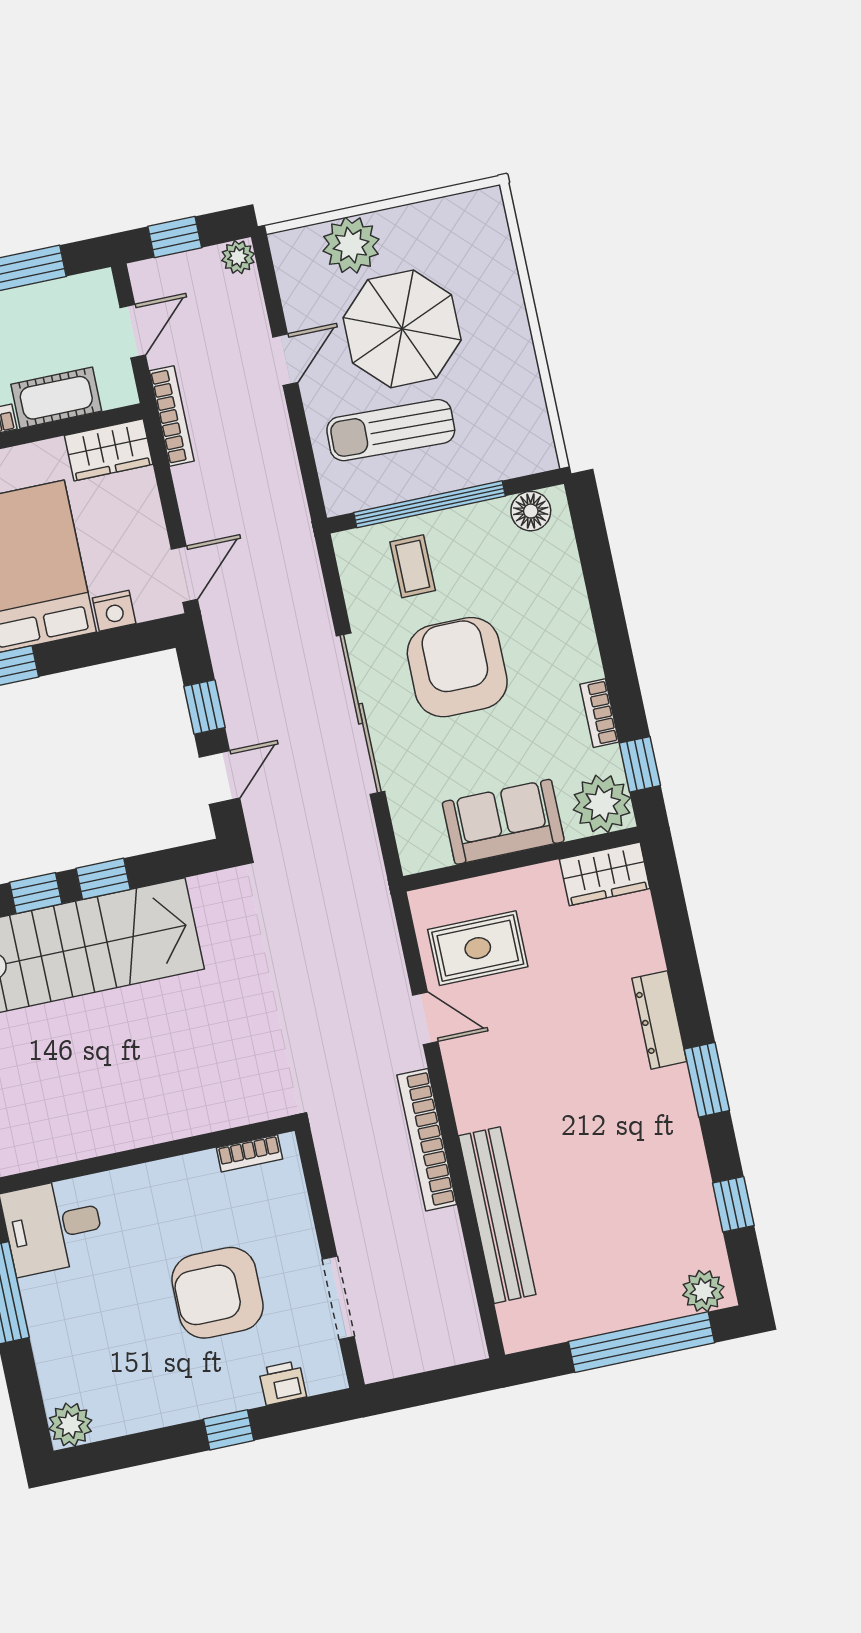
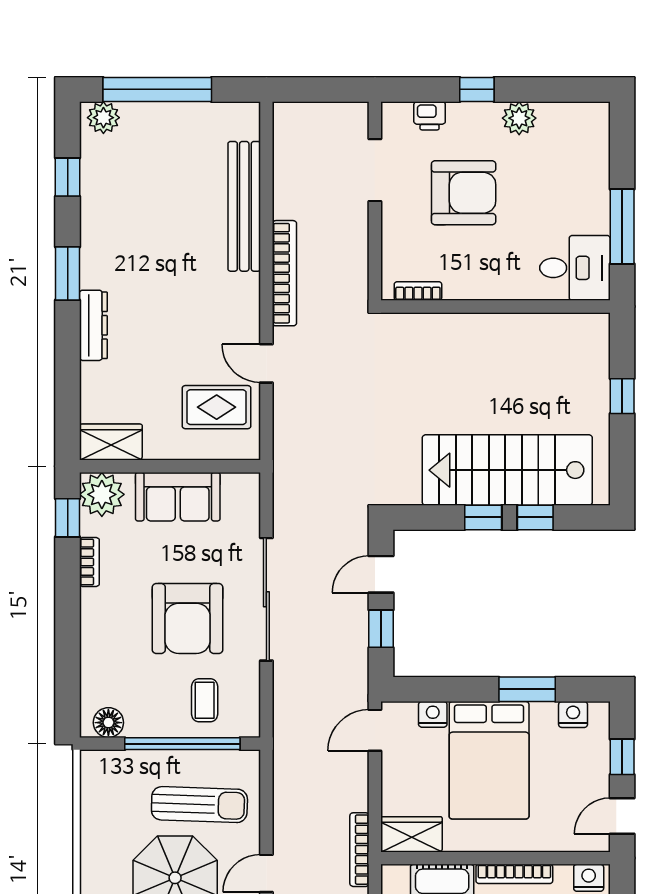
plant: (70, 1425) -> (519, 118), moved

